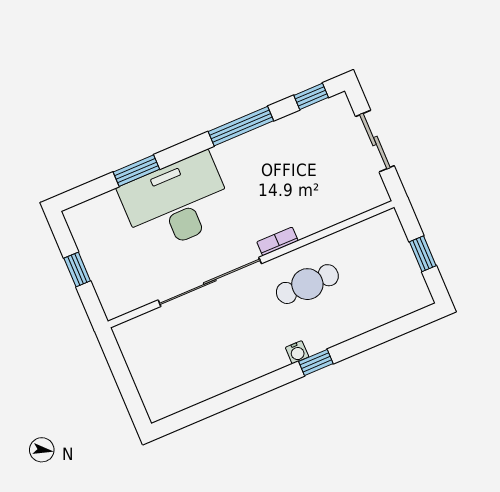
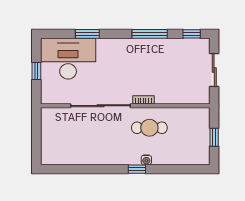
desk: (176, 203) -> (68, 59), moved
water cooler: (297, 352) -> (146, 160), moved

